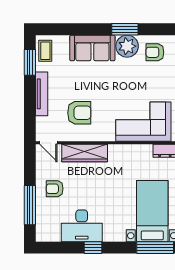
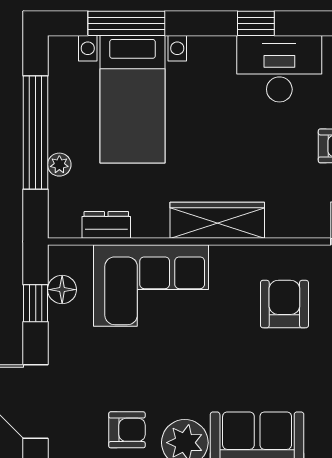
armchair: (79, 113) -> (284, 304), turned 90
wardrobe: (85, 153) -> (217, 220), moved

